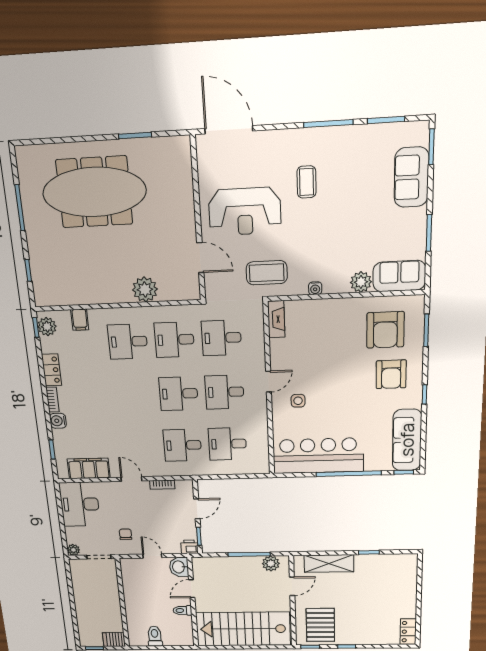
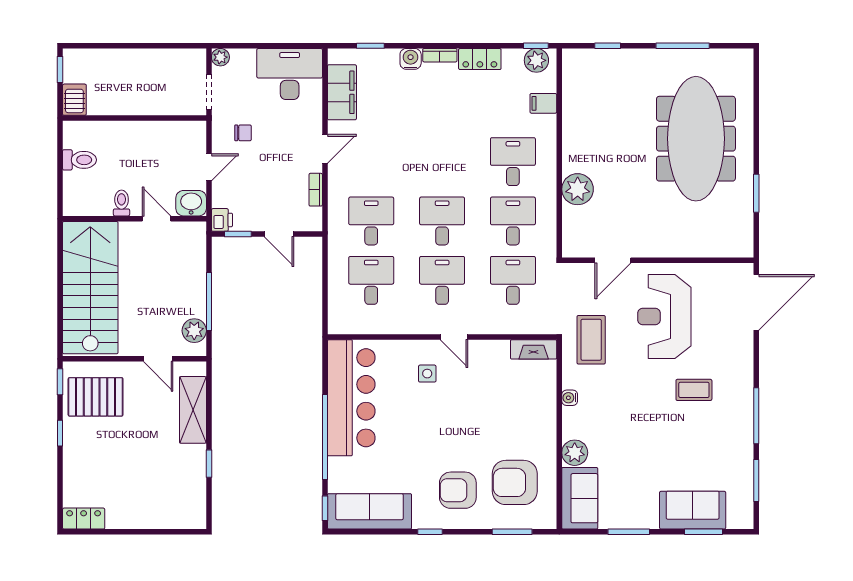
window: (431, 147) -> (703, 532), moved

